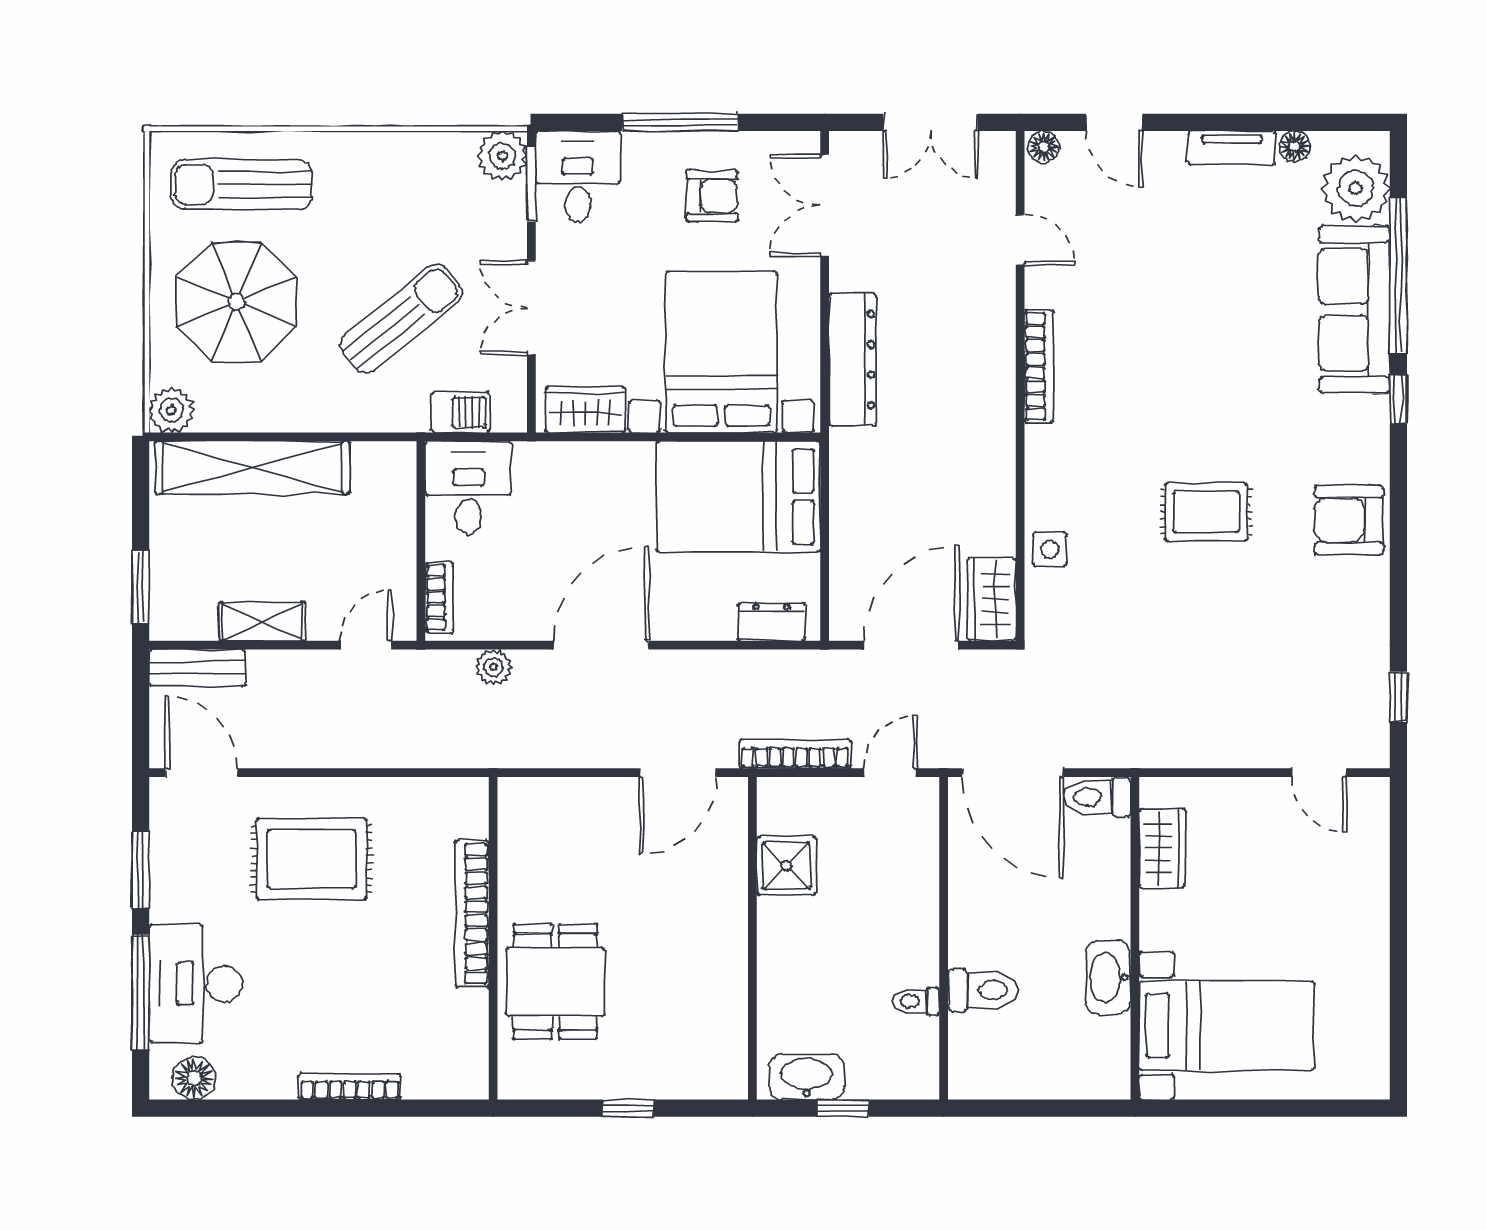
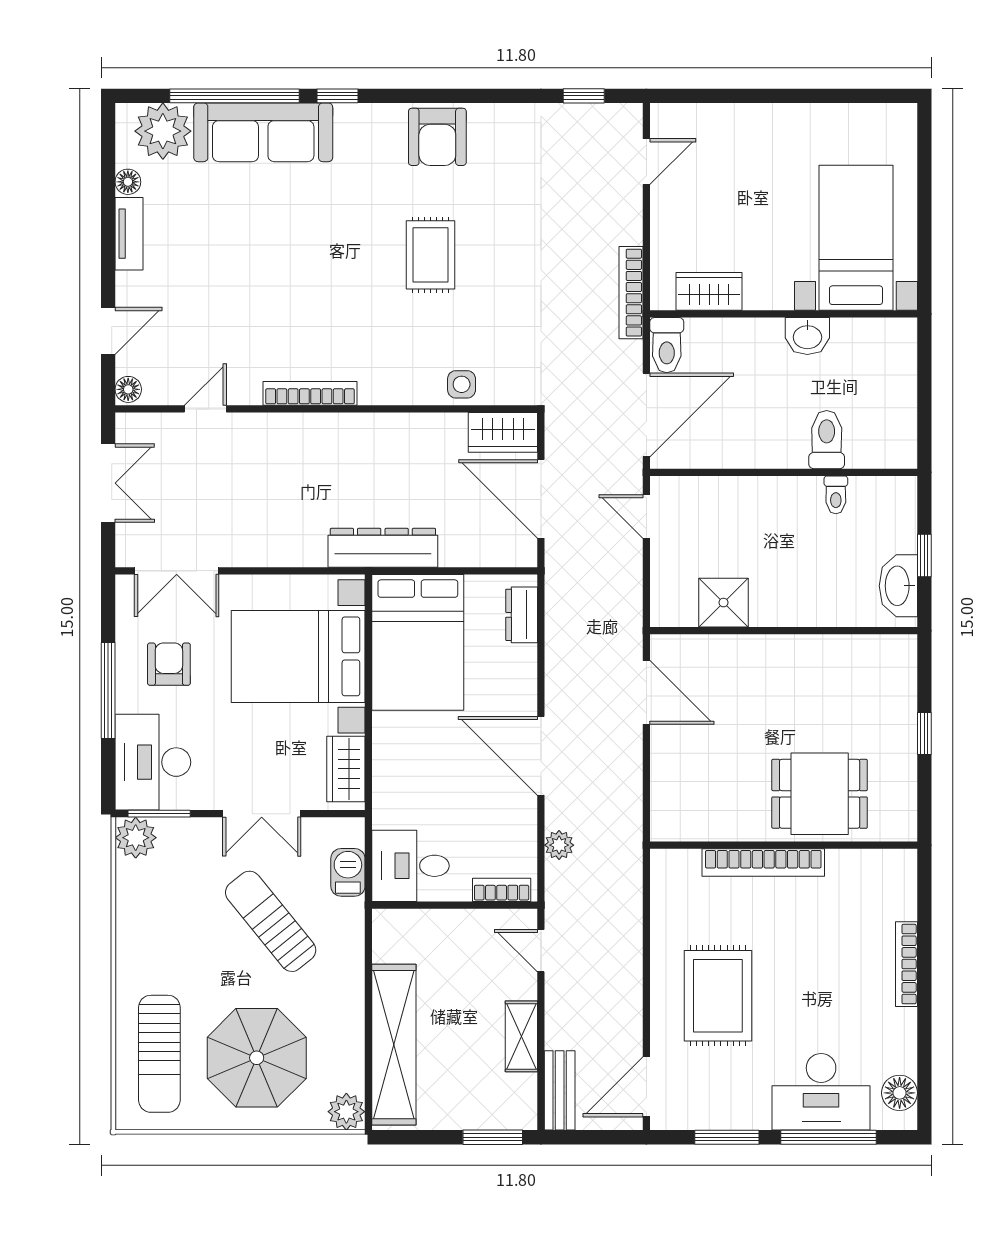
desk: (578, 176) -> (153, 762), width x1.37
dresser: (853, 360) -> (383, 548), moved
bookcase: (795, 754) -> (631, 293), moved
washbasin: (1108, 977) -> (807, 336), width x0.72

